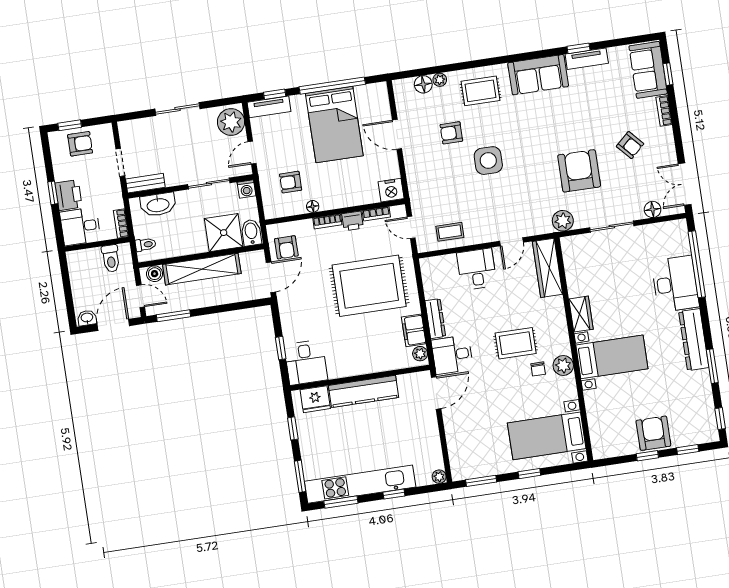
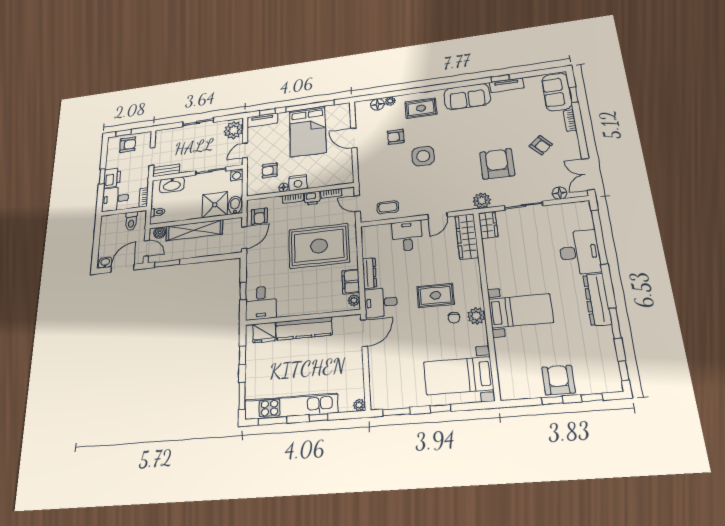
nightstand: (391, 190) -> (298, 183), moved
wardrobe: (581, 314) -> (488, 225), moved

